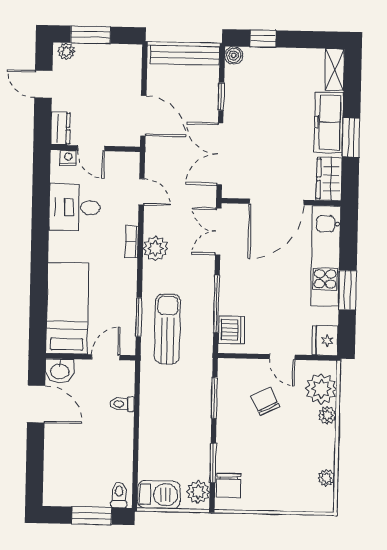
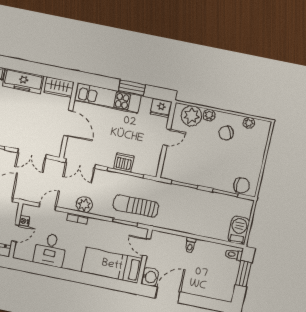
window: (351, 138) -> (35, 68), removed
double door: (220, 154) -> (32, 154), width x0.73
nightstand: (68, 158) -> (24, 221), moved
door: (277, 202) -> (68, 123), width x0.73
dishwasher: (231, 330) -> (124, 162), moved
chair: (265, 401) -> (226, 133), moved
toilet: (122, 404) -> (190, 245), moved
plant: (198, 492) -> (242, 205), removed

